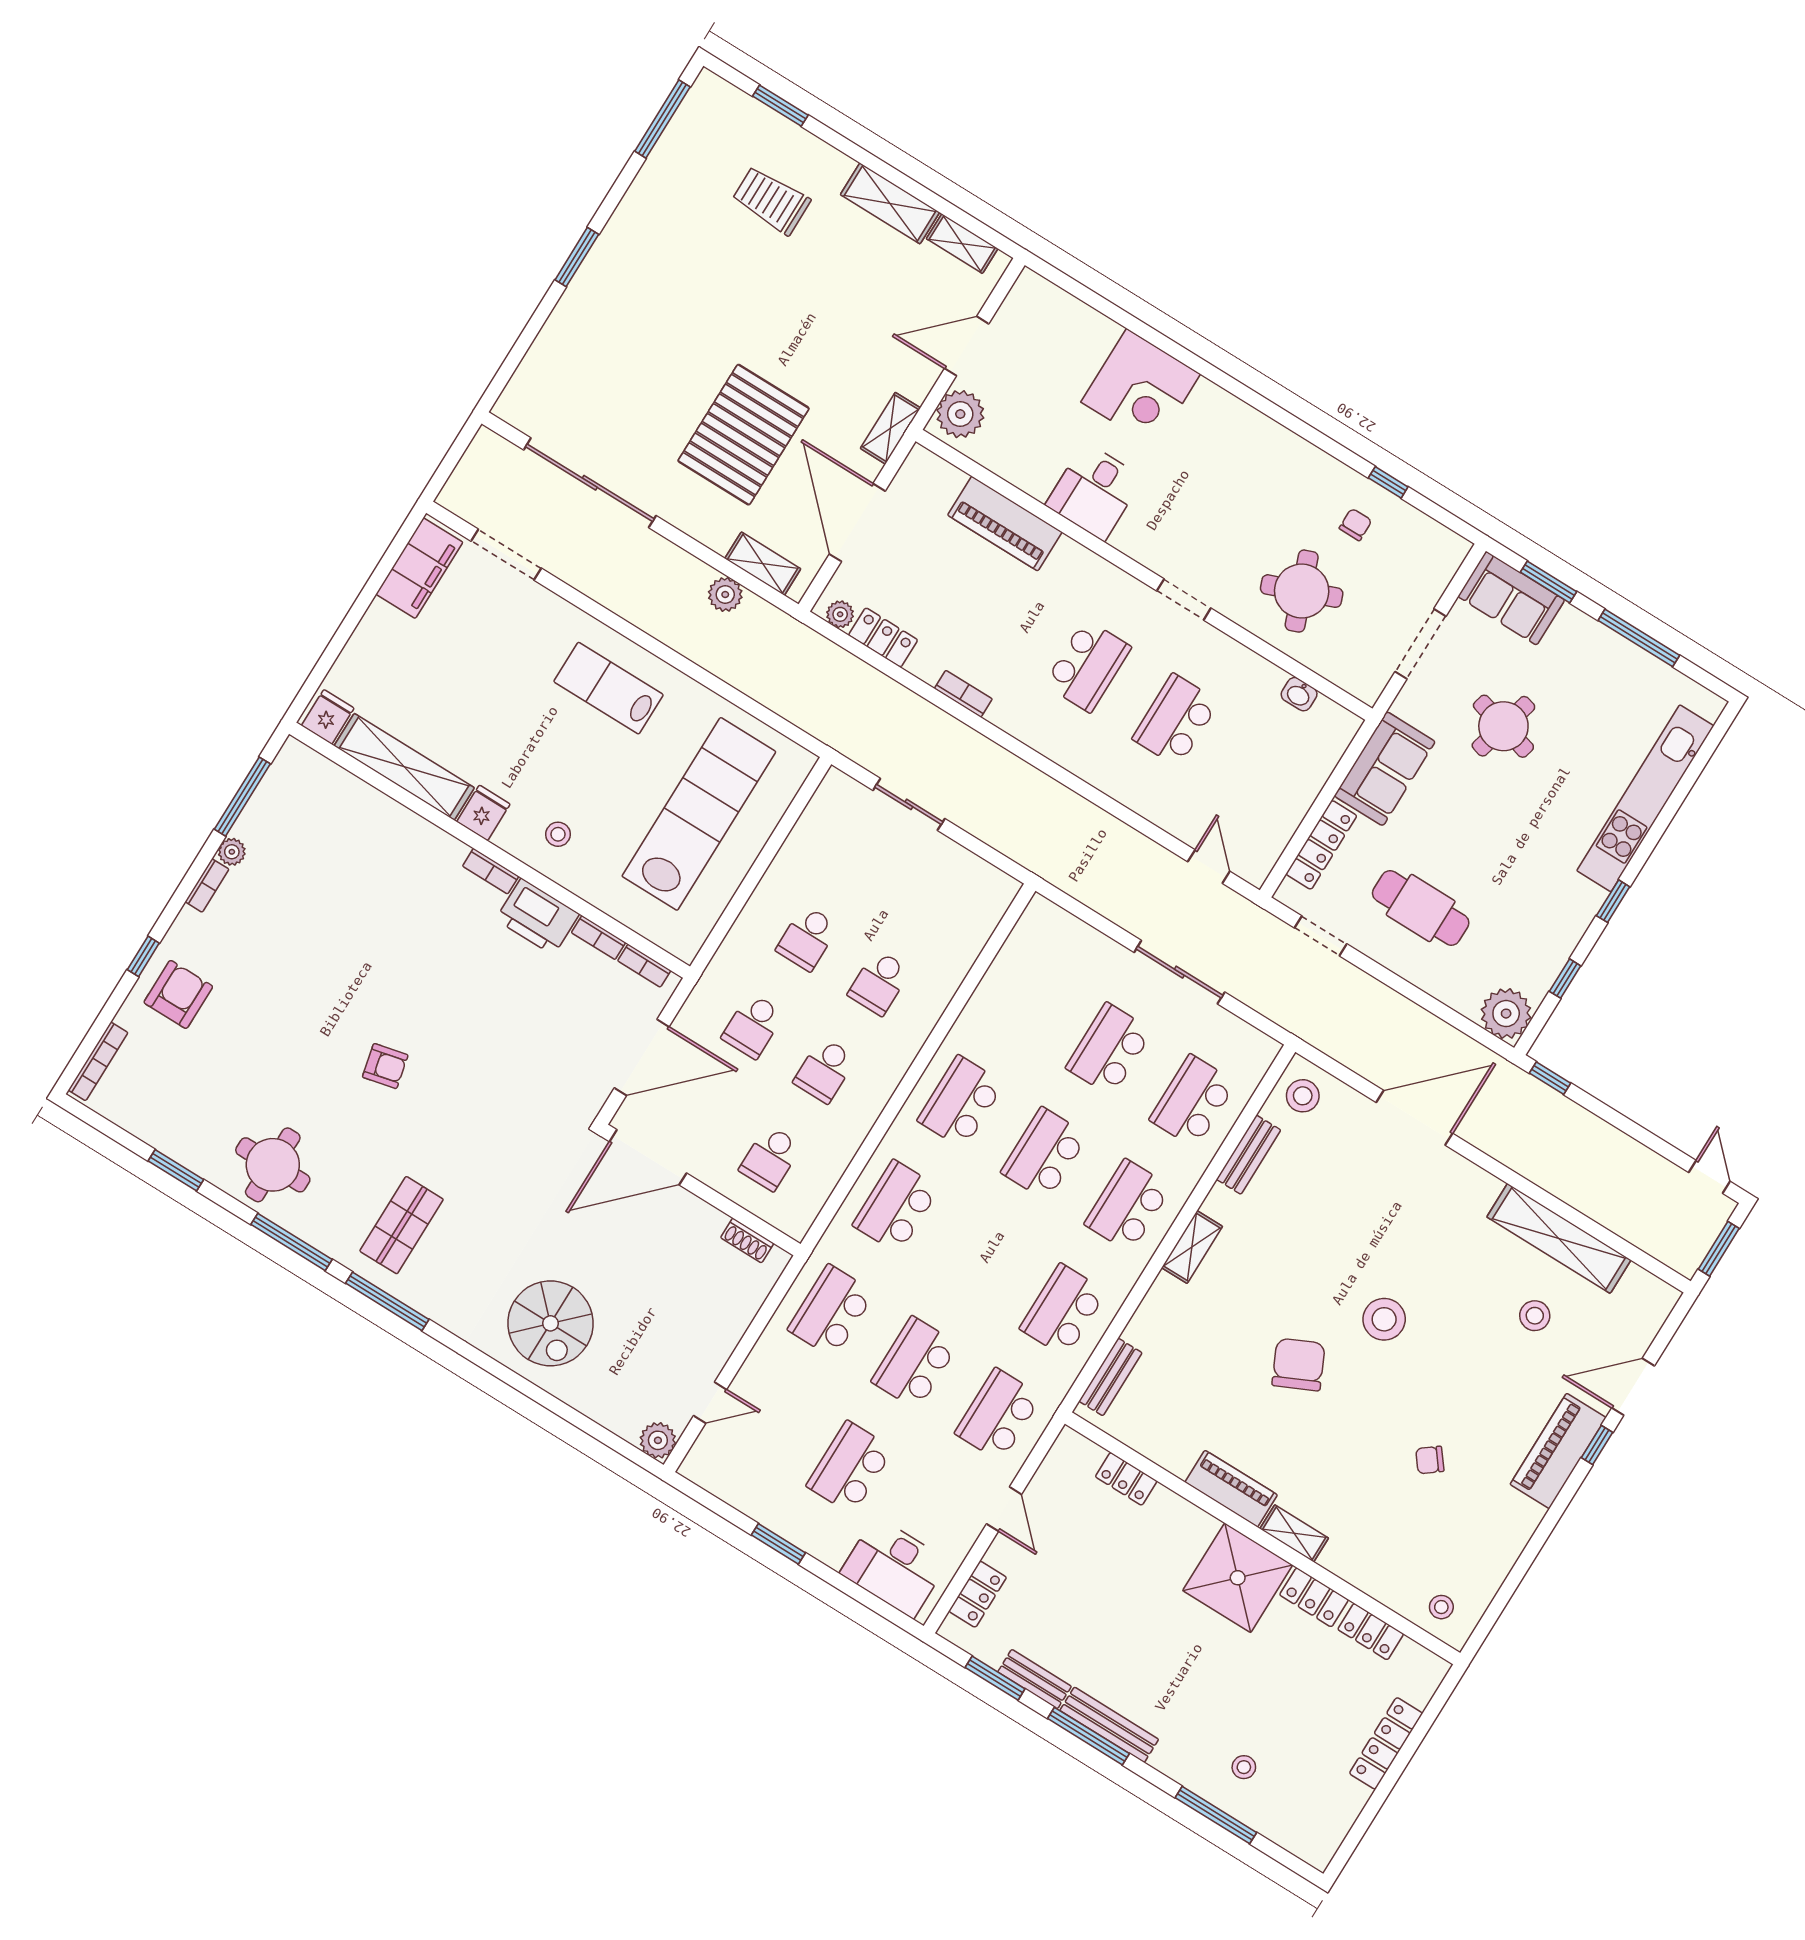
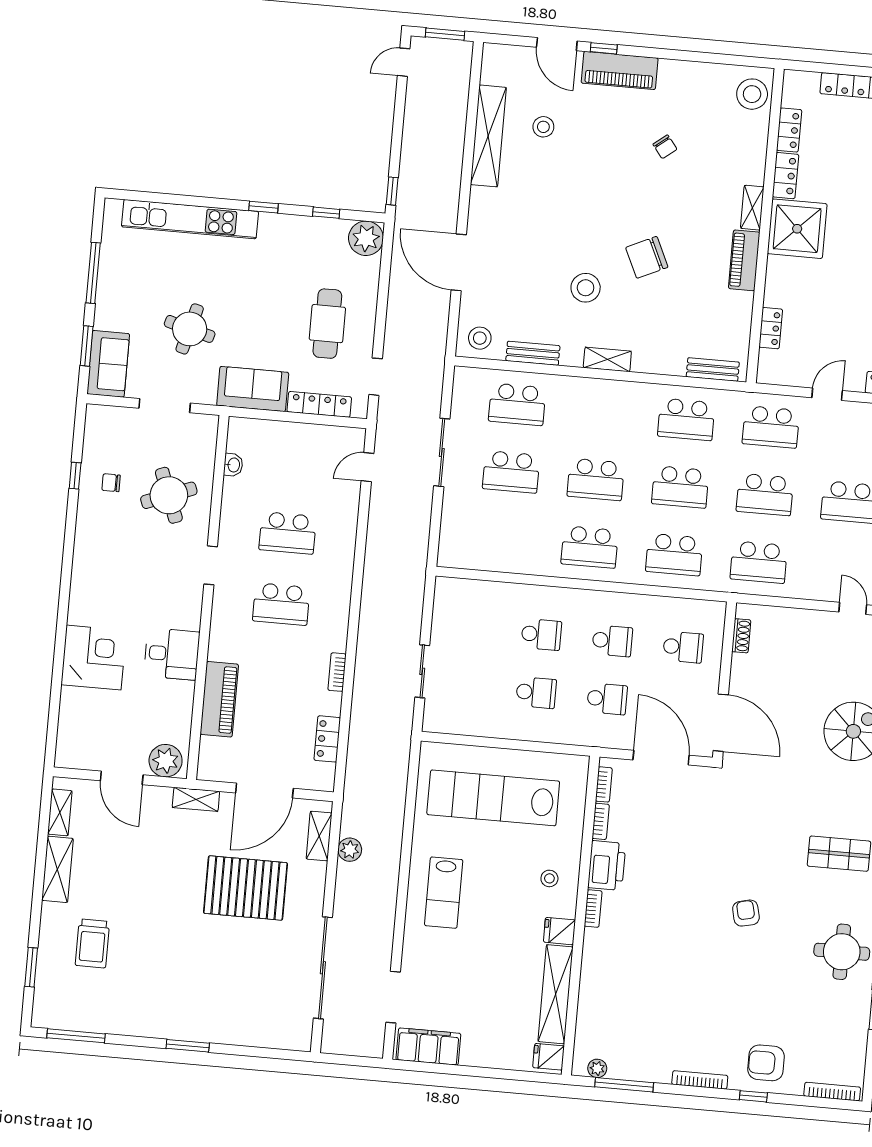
plant: (840, 614) -> (326, 773), removed
school desk: (1088, 666) -> (281, 604), turned 180
plant: (232, 852) -> (597, 1068), moved
bookcase: (207, 885) -> (700, 1080), width x1.56
school desk: (1128, 1206) -> (680, 487), moved
stool: (1384, 1319) -> (586, 288), moved
stool: (1441, 1607) -> (752, 94), width x1.89, depth x1.89

